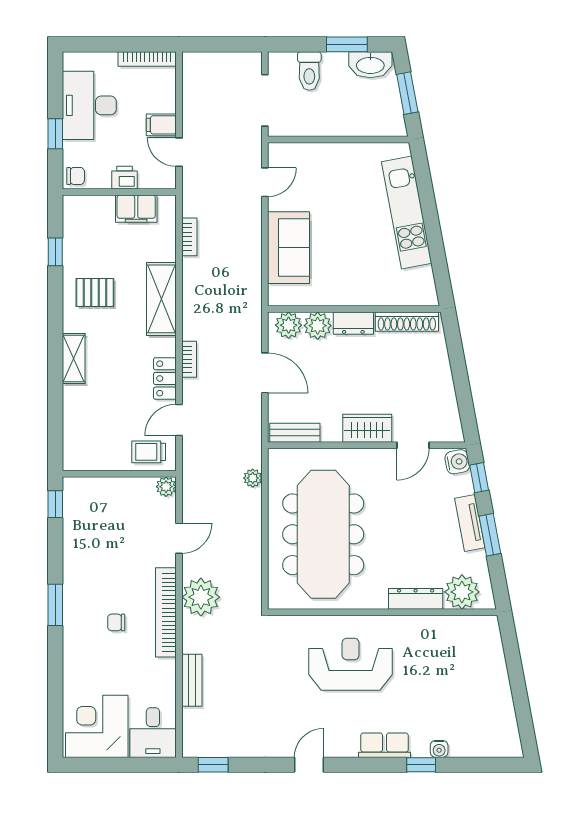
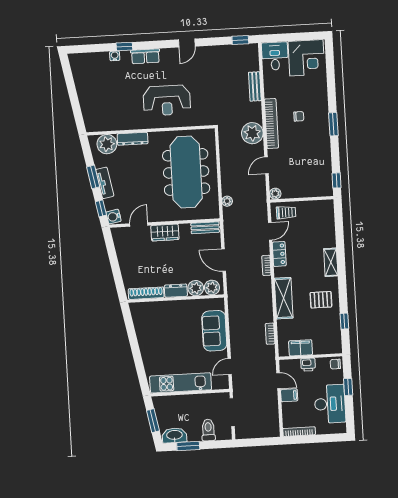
kitchen unit: (407, 212) -> (181, 383), moved, turned -79

